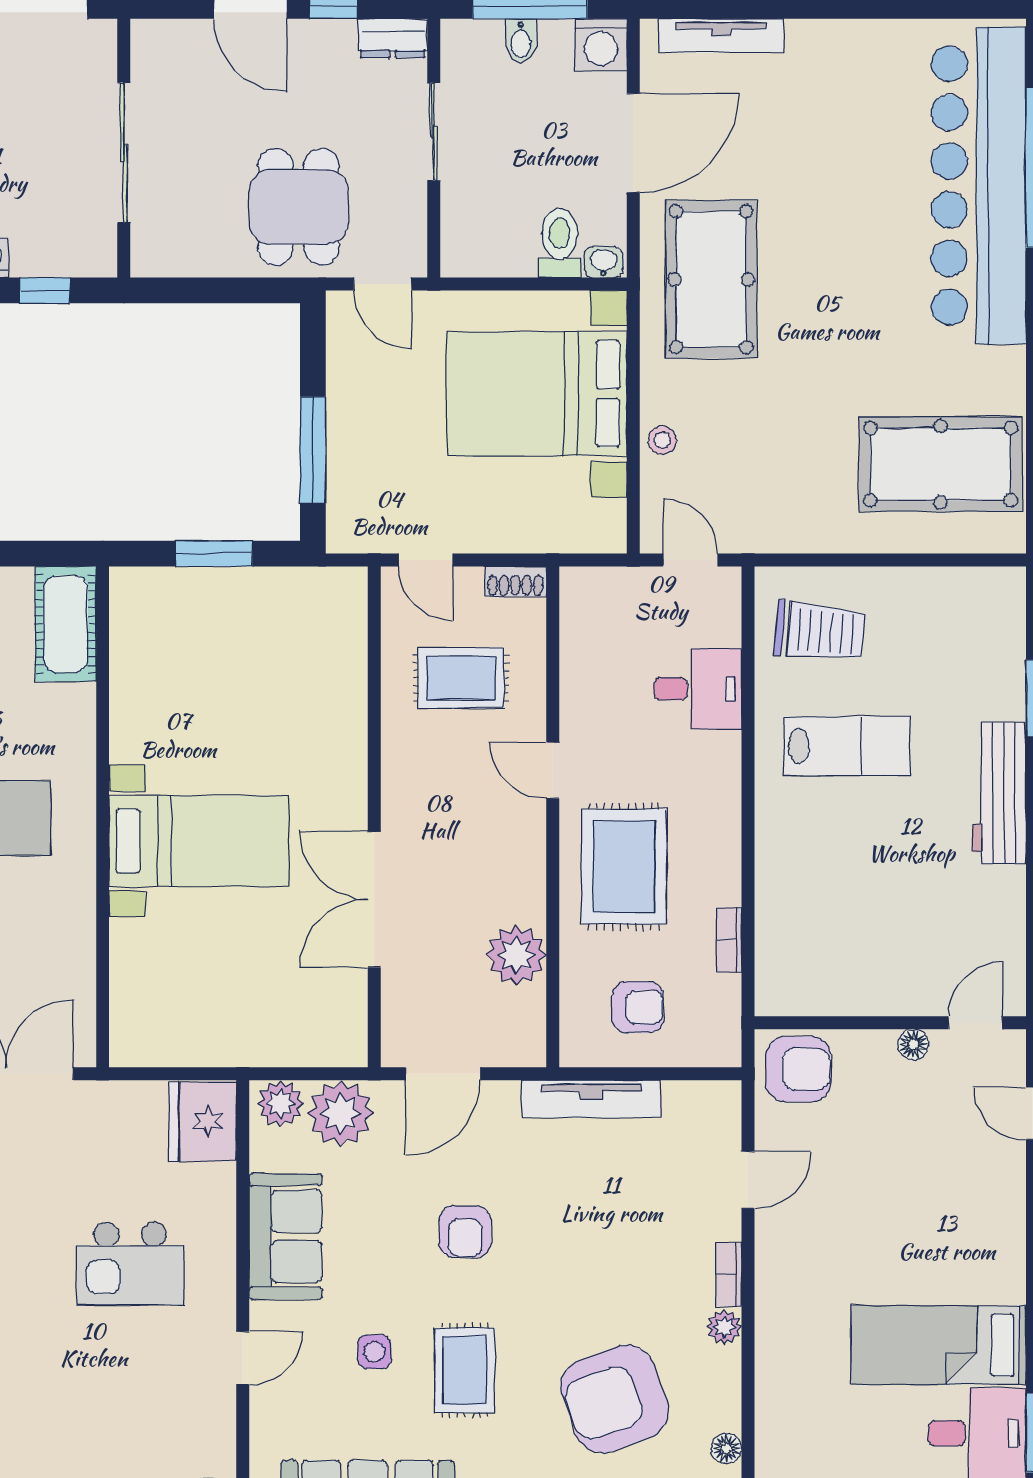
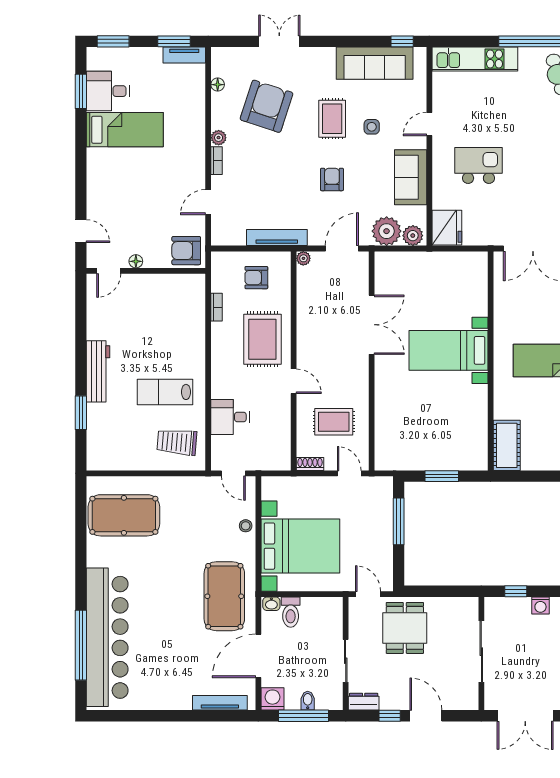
plant: (516, 955) -> (303, 258), moved, width x0.53, depth x0.53
armchair: (615, 1399) -> (267, 106), turned -52

